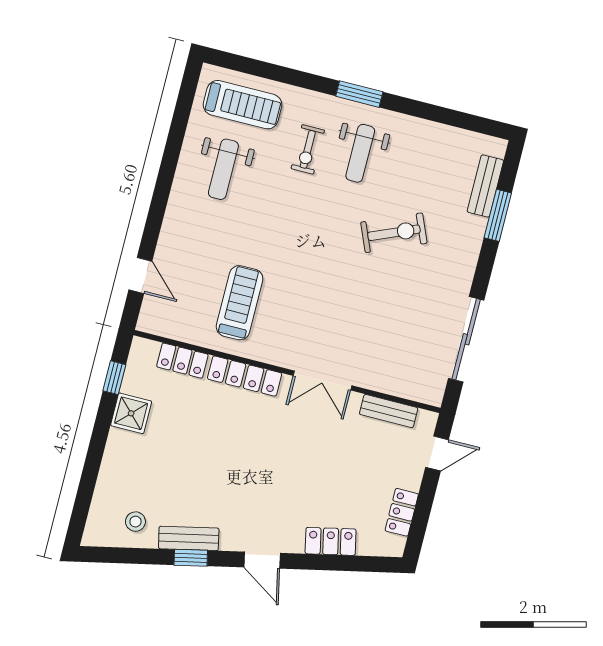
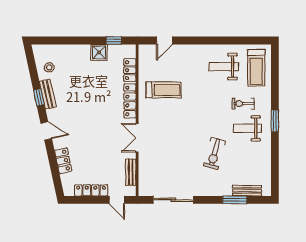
exercise bike: (394, 233) -> (214, 154), turned 38
locker: (402, 512) -> (91, 190), width x1.53
door: (262, 560) -> (46, 131), swing flipped

